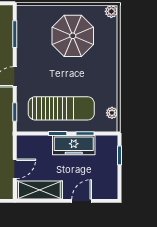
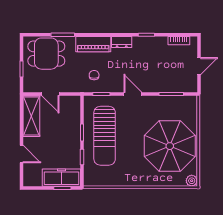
parasol: (73, 36) -> (170, 146), width x1.36, depth x1.36
plant: (112, 113) -> (101, 181), removed
freezer: (74, 145) -> (61, 178), moved, turned 90

